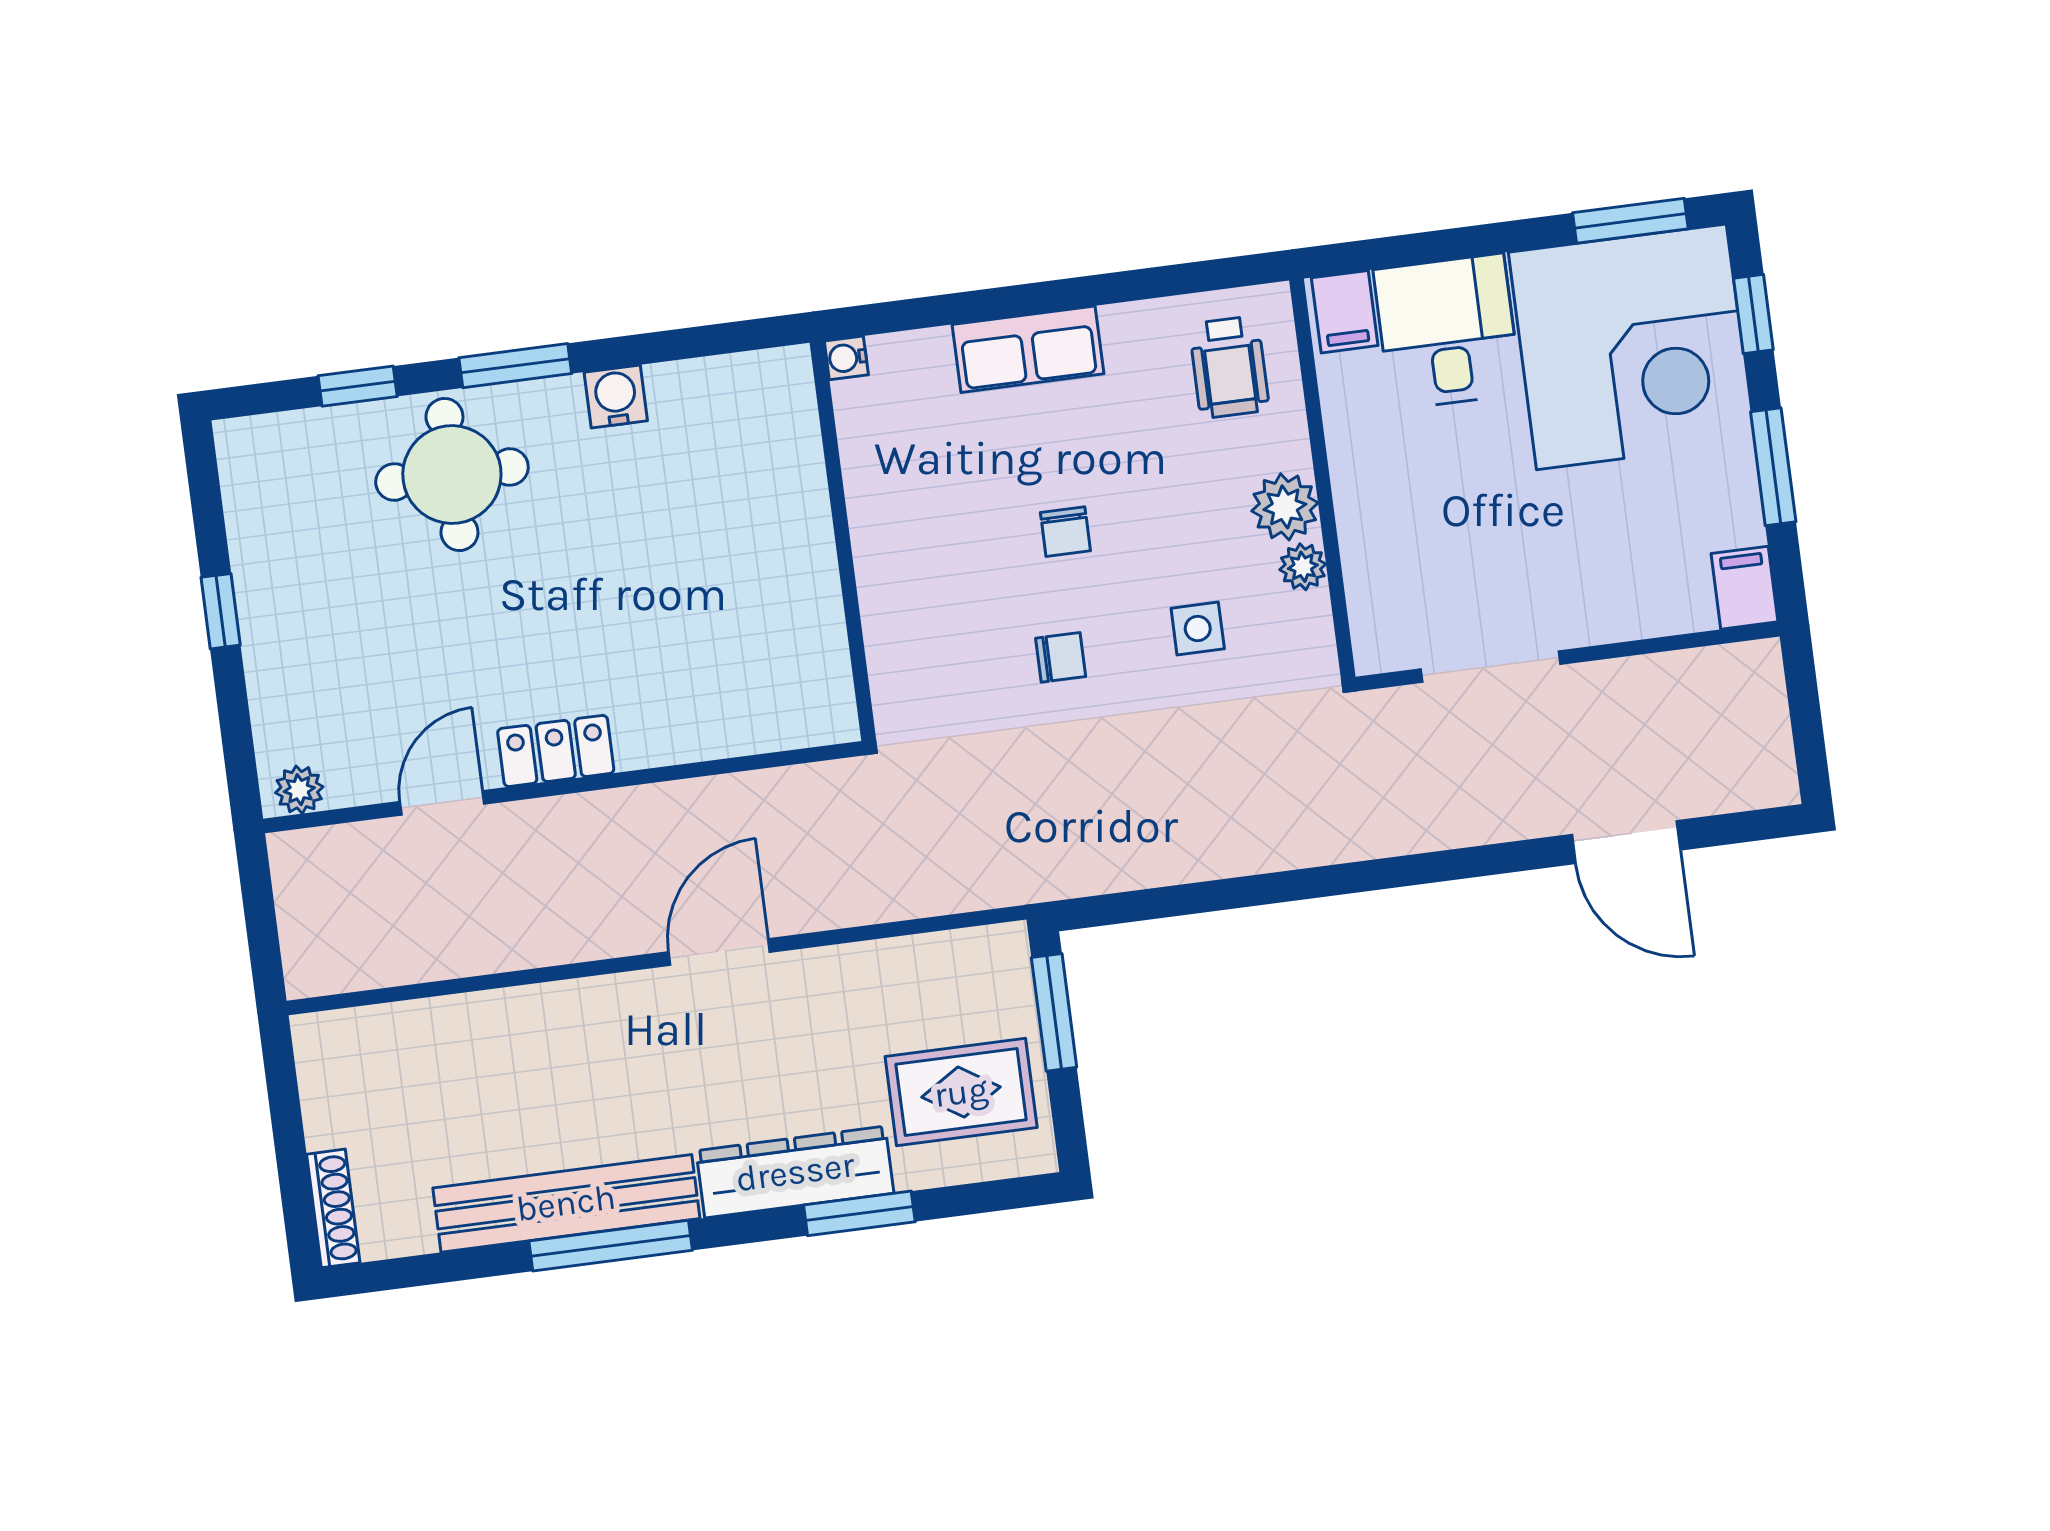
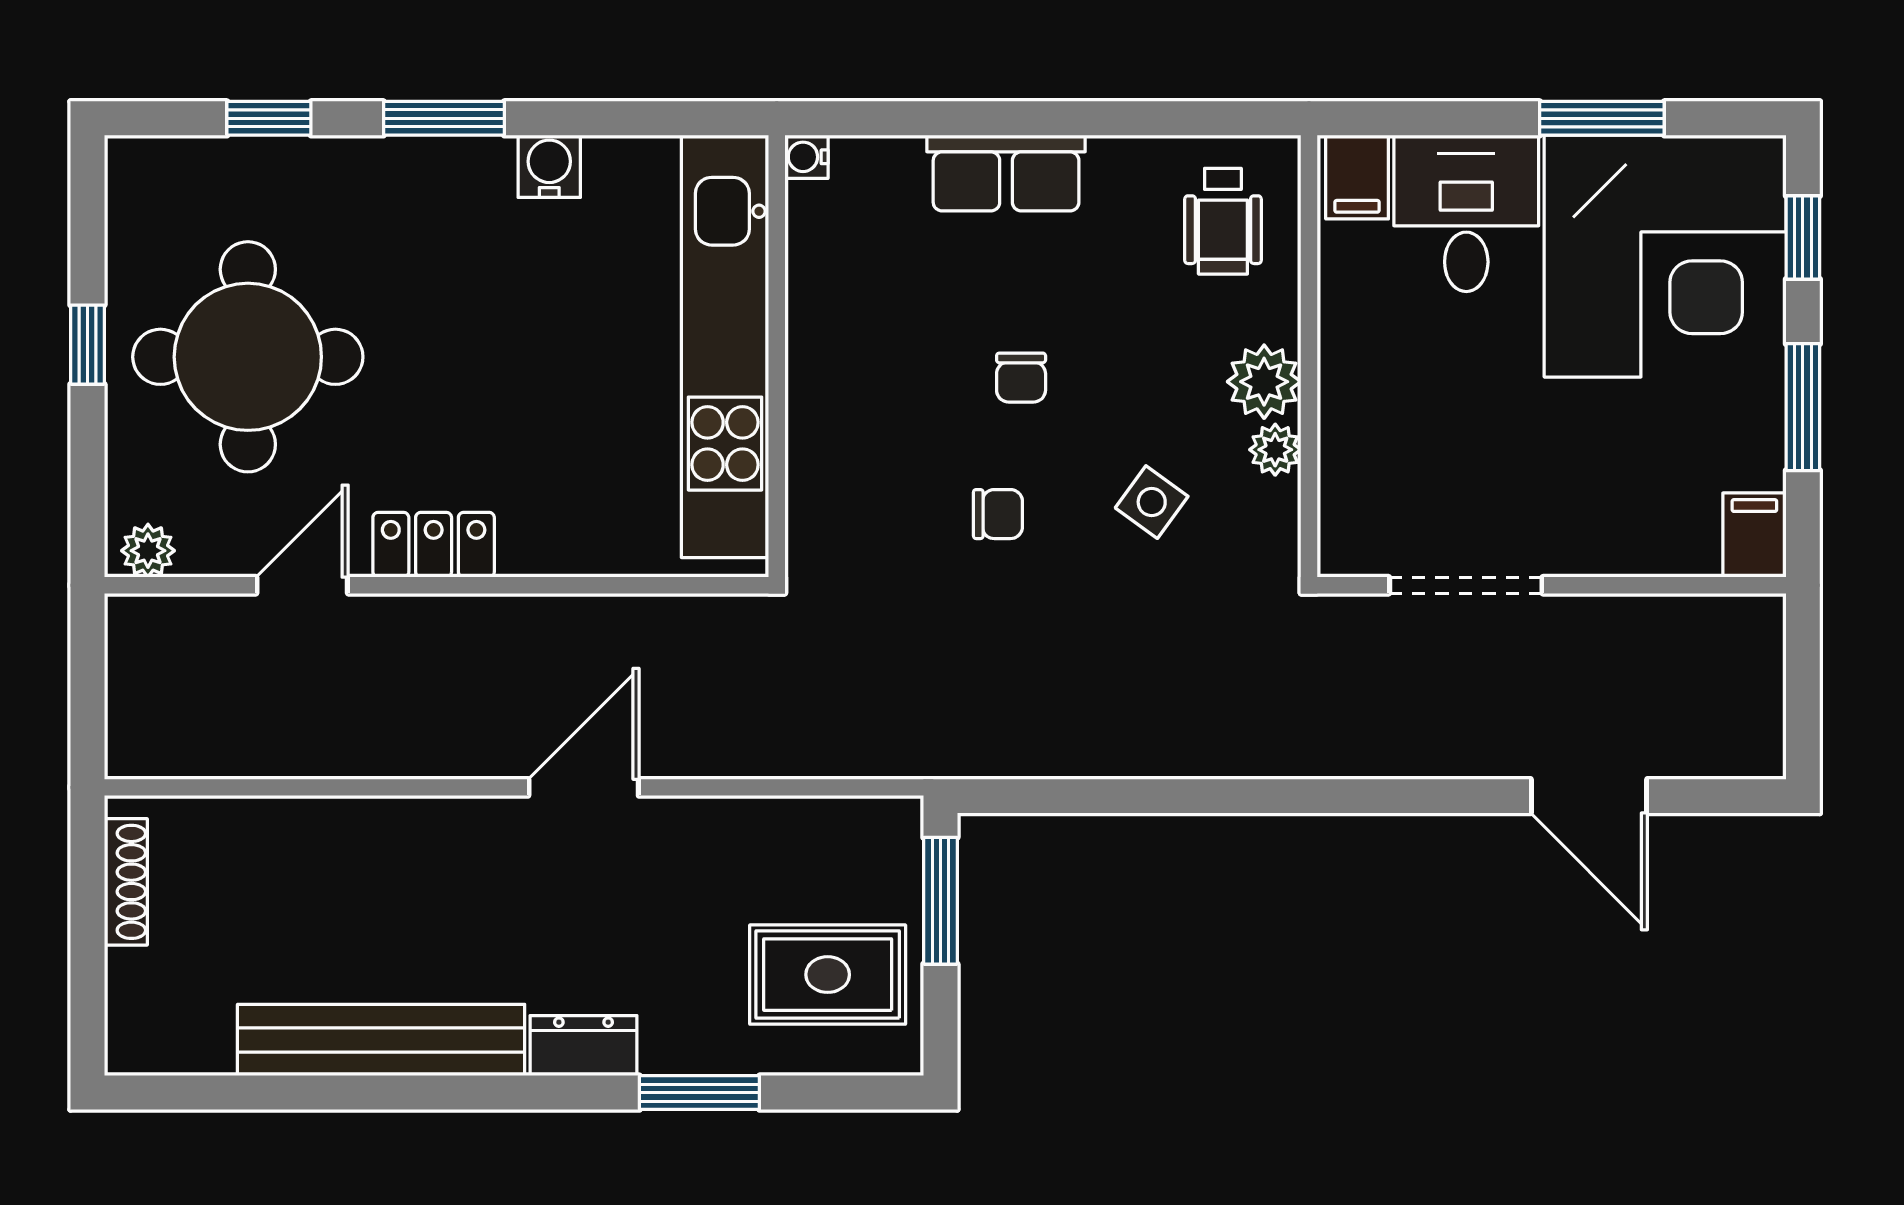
window: (1630, 221) -> (1602, 118), moved
round table: (452, 474) -> (248, 357), moved, width x1.36, depth x1.36
kitchen unit: (795, 538) -> (725, 346), added
side table: (1198, 628) -> (1152, 502), turned 36
dresser: (795, 1172) -> (584, 1046), width x0.51, depth x0.80
shoe rack: (333, 1208) -> (126, 882), moved
window: (611, 1246) -> (423, 1093), removed

